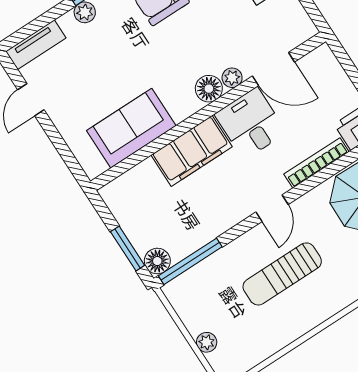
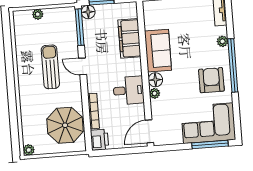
door: (273, 69) -> (149, 131), moved
sofa: (131, 128) -> (158, 51), moved
filing cabinet: (192, 151) -> (129, 38), moved
door: (272, 208) -> (83, 66), moved

